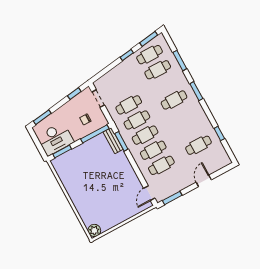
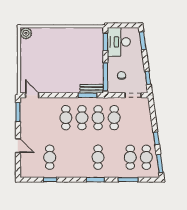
cafe table: (161, 165) -> (50, 118), removed

